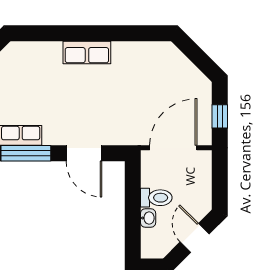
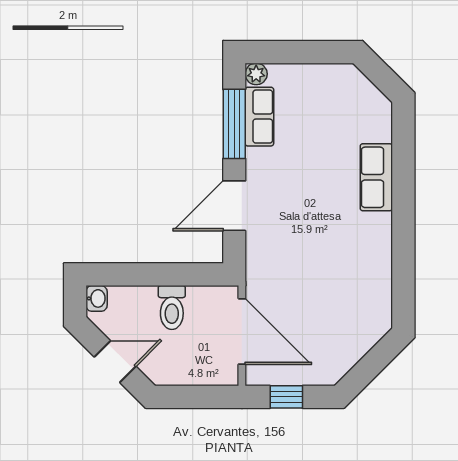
row of seats: (87, 52) -> (376, 177), moved
washbasin: (148, 218) -> (97, 298), moved, turned -90

